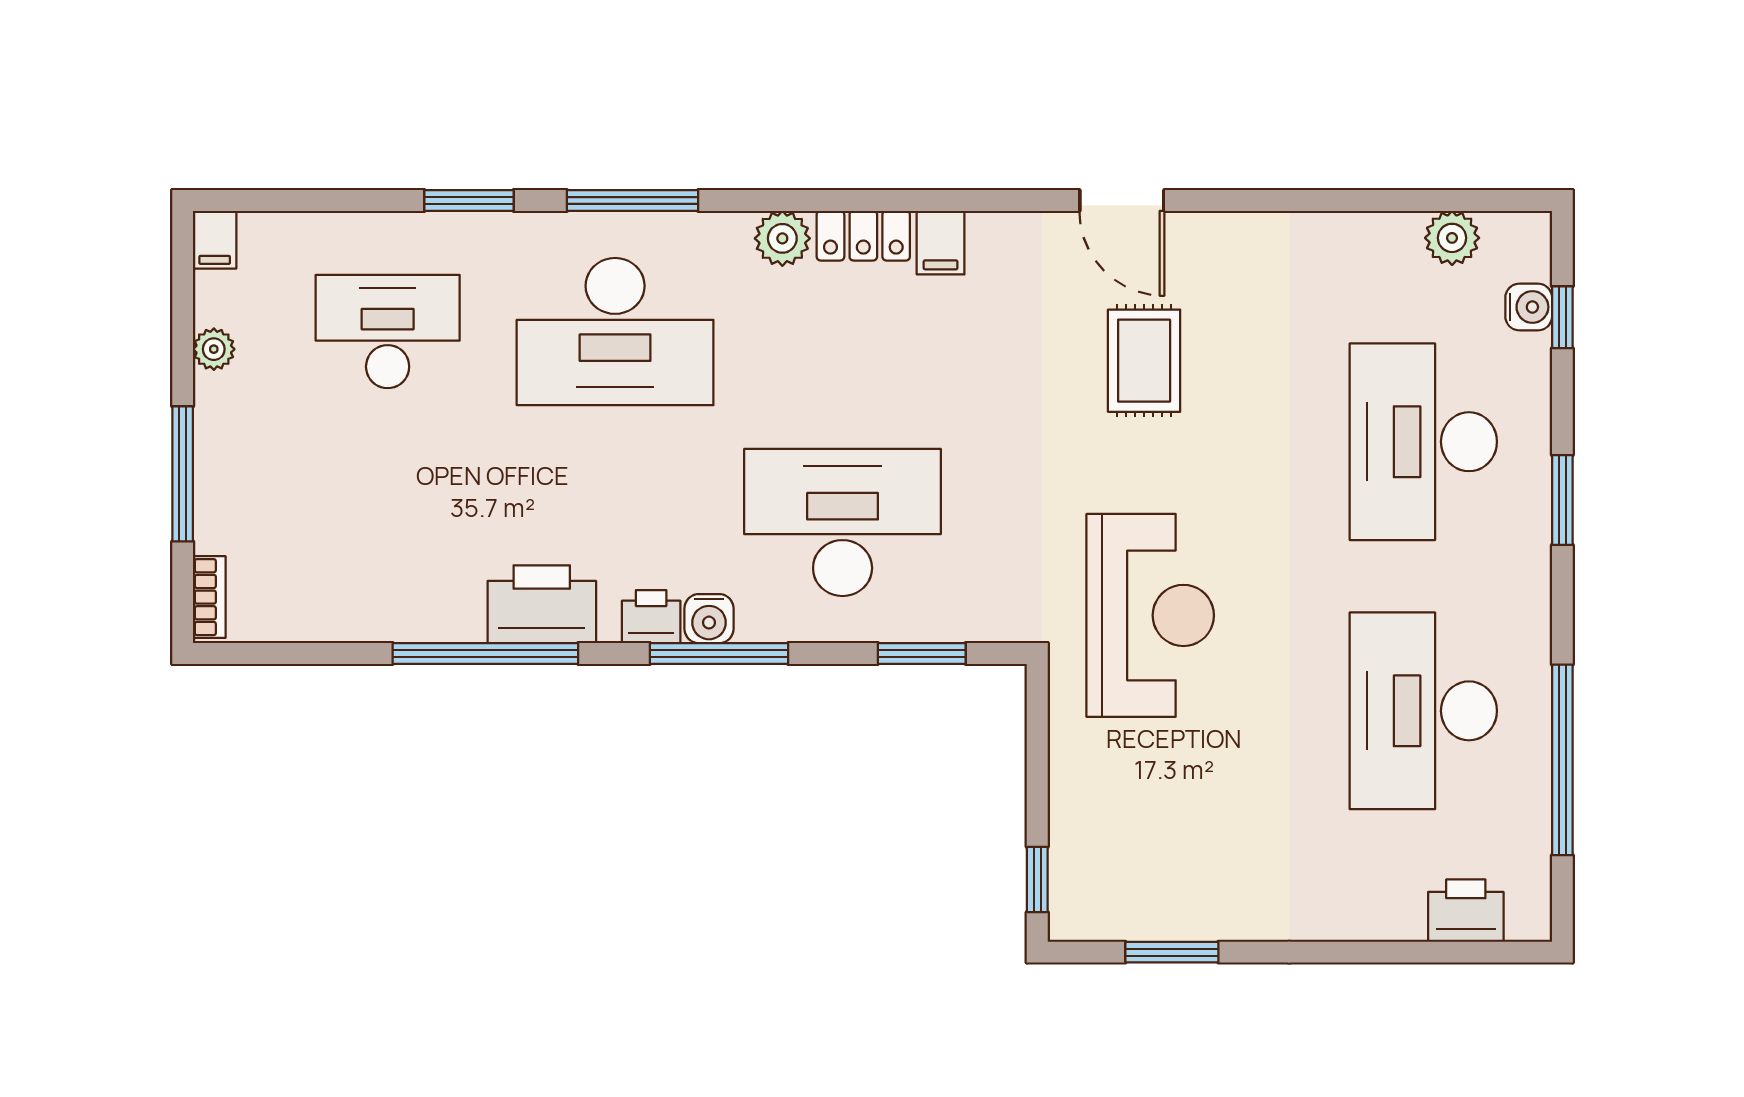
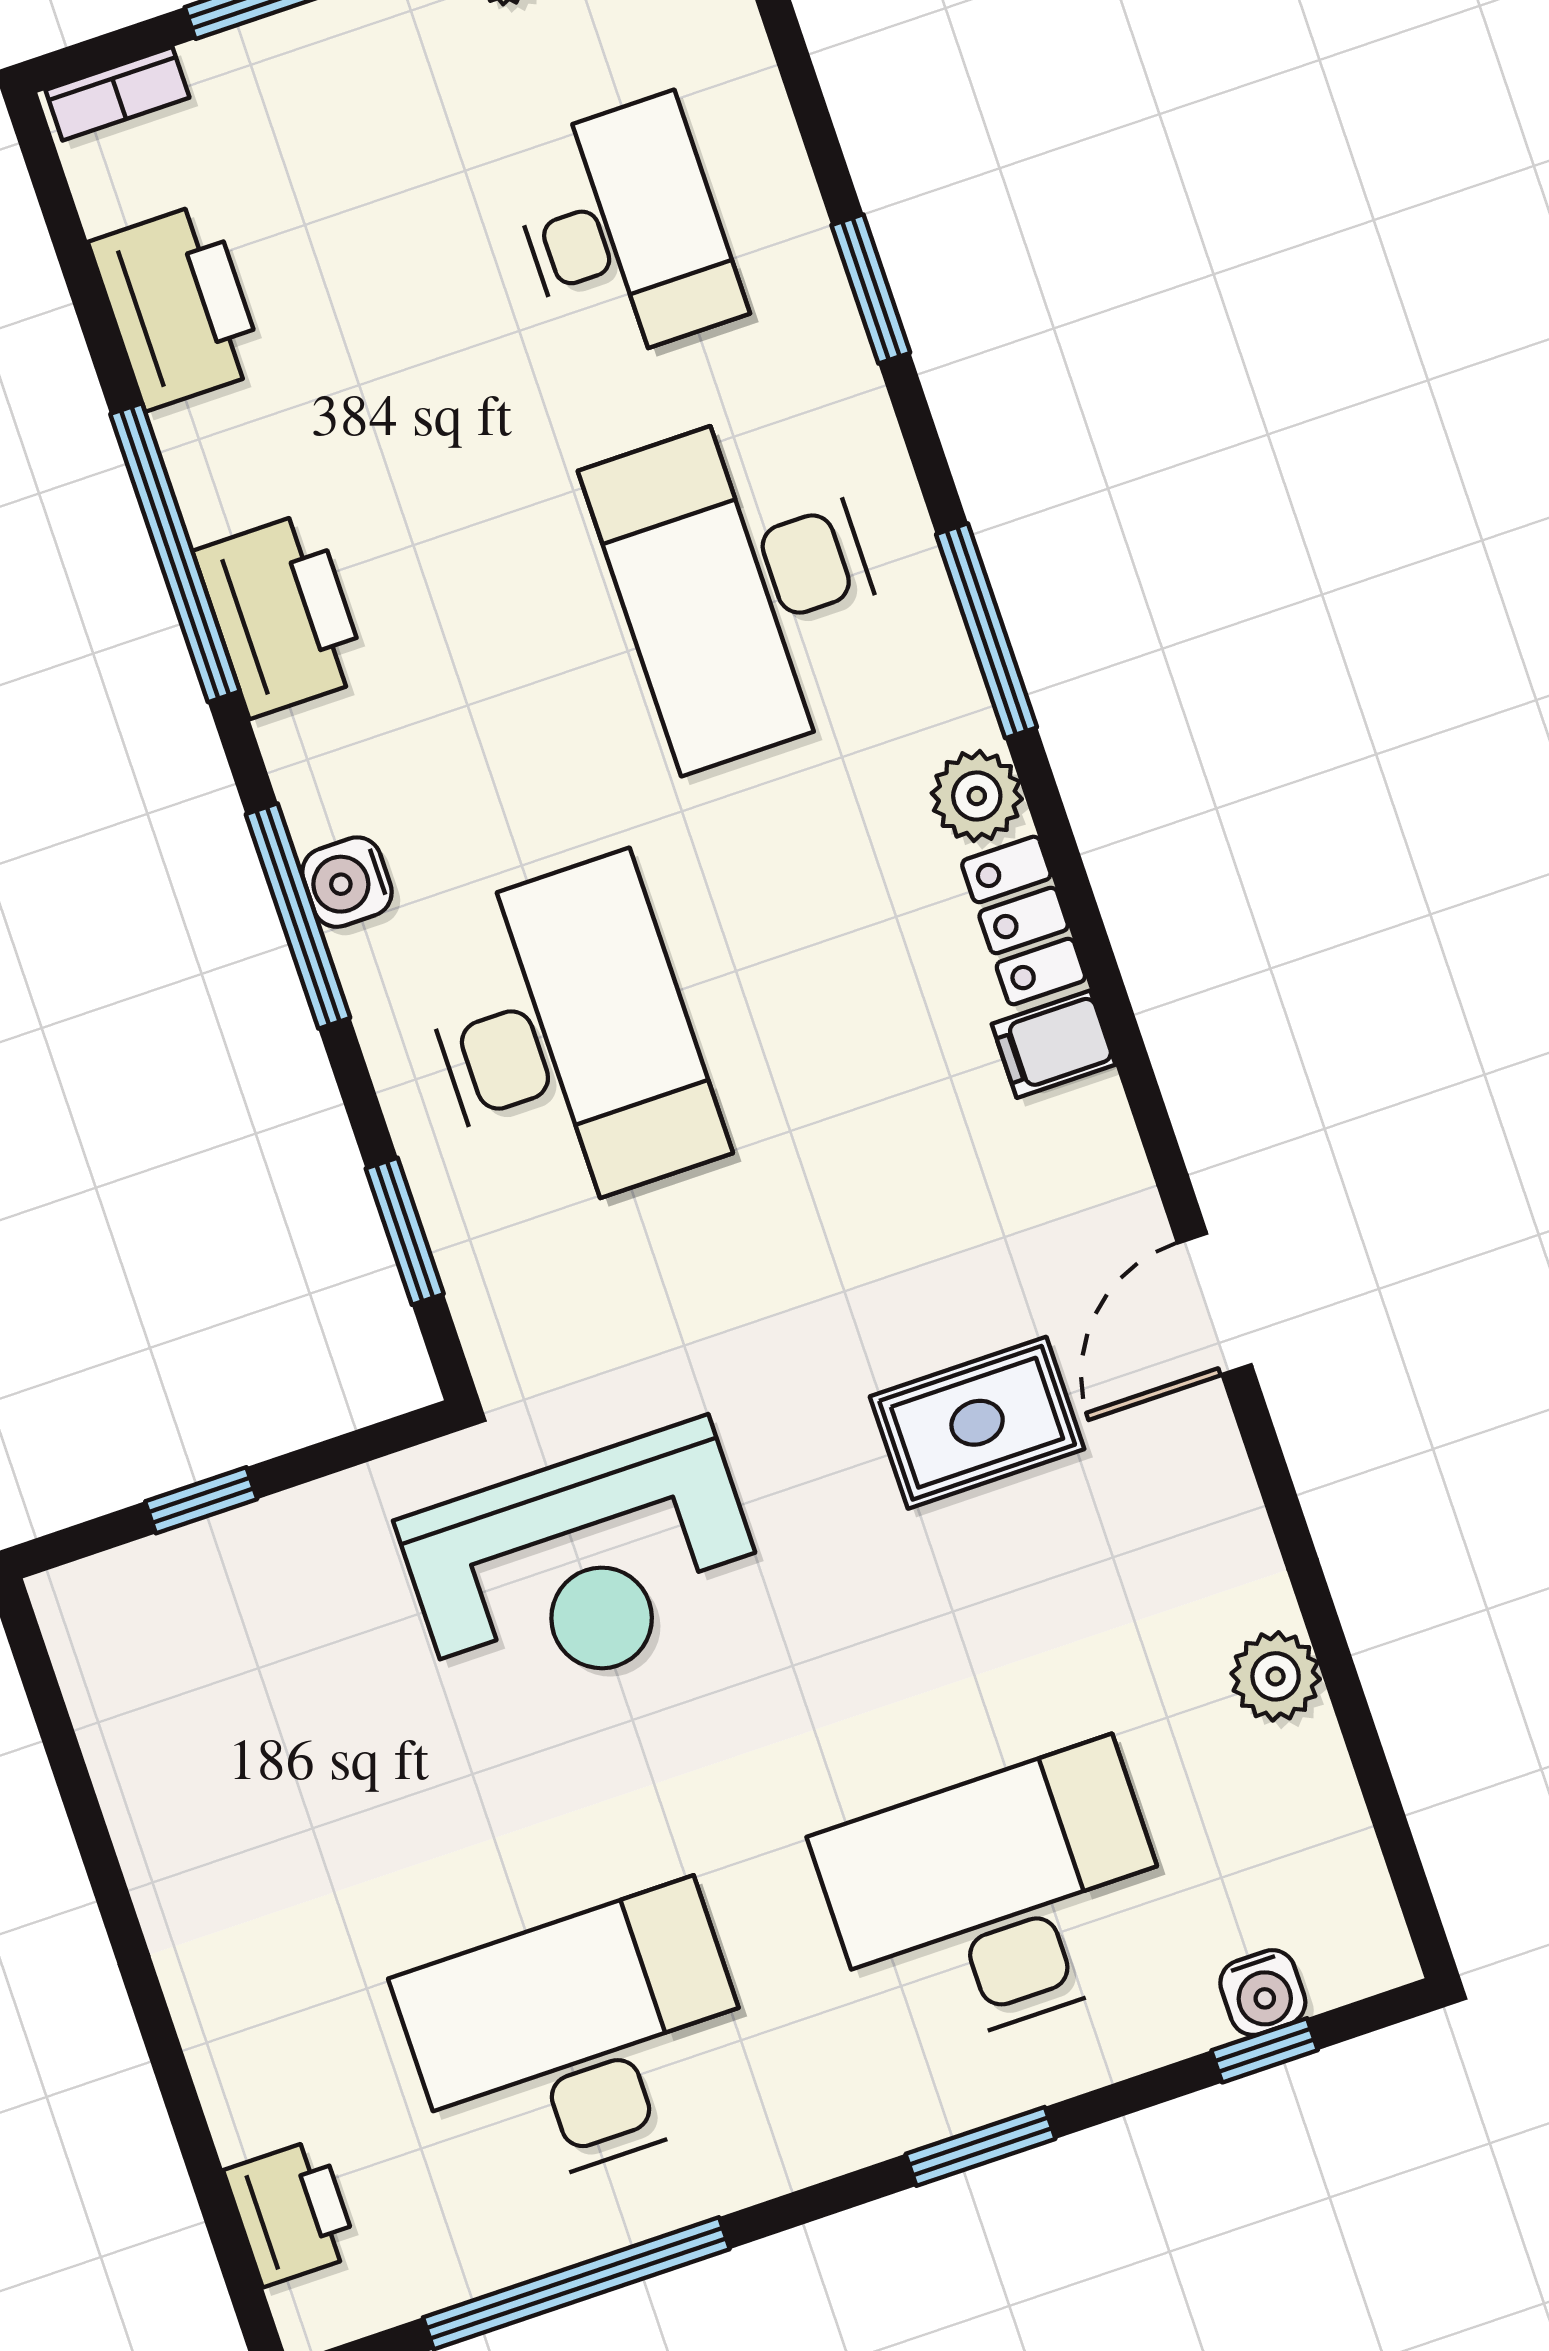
window: (632, 200) -> (987, 631), moved
plant: (1452, 238) -> (1276, 1676), moved
printer: (651, 617) -> (178, 306), moved, width x1.87, depth x1.48
window: (1037, 879) -> (201, 1500), moved
window: (1172, 952) -> (72, 1777), removed

